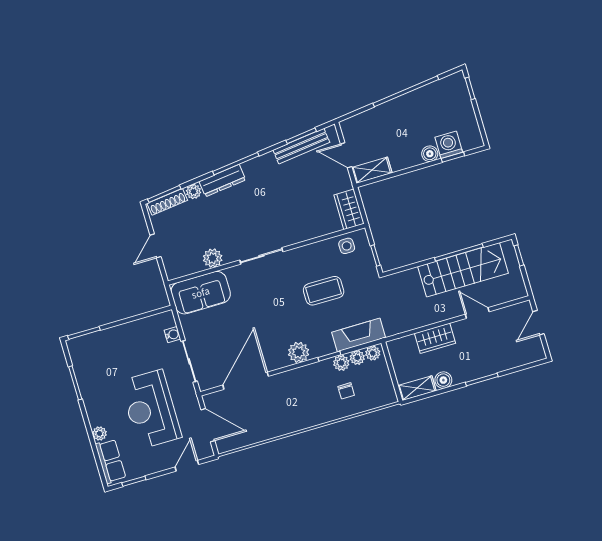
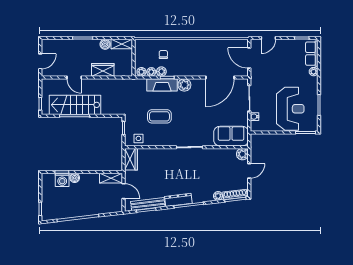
dresser: (222, 181) -> (178, 200), moved
plant: (213, 258) -> (242, 154), moved
fireplace: (359, 335) -> (162, 85), moved
reception desk: (151, 409) -> (290, 109), moved

